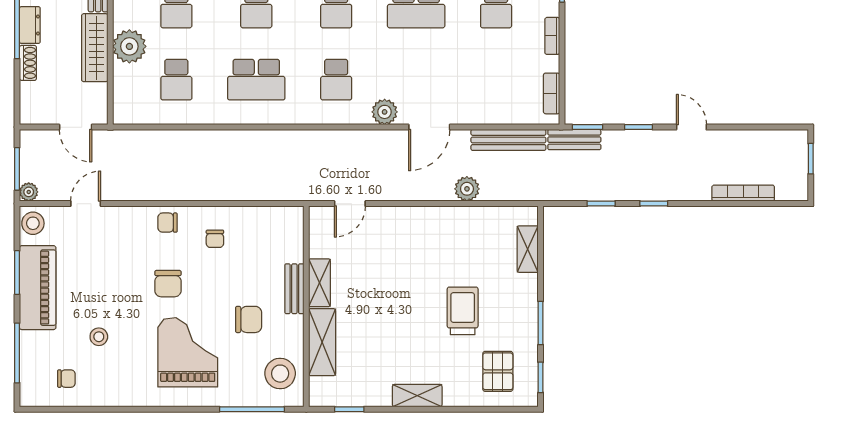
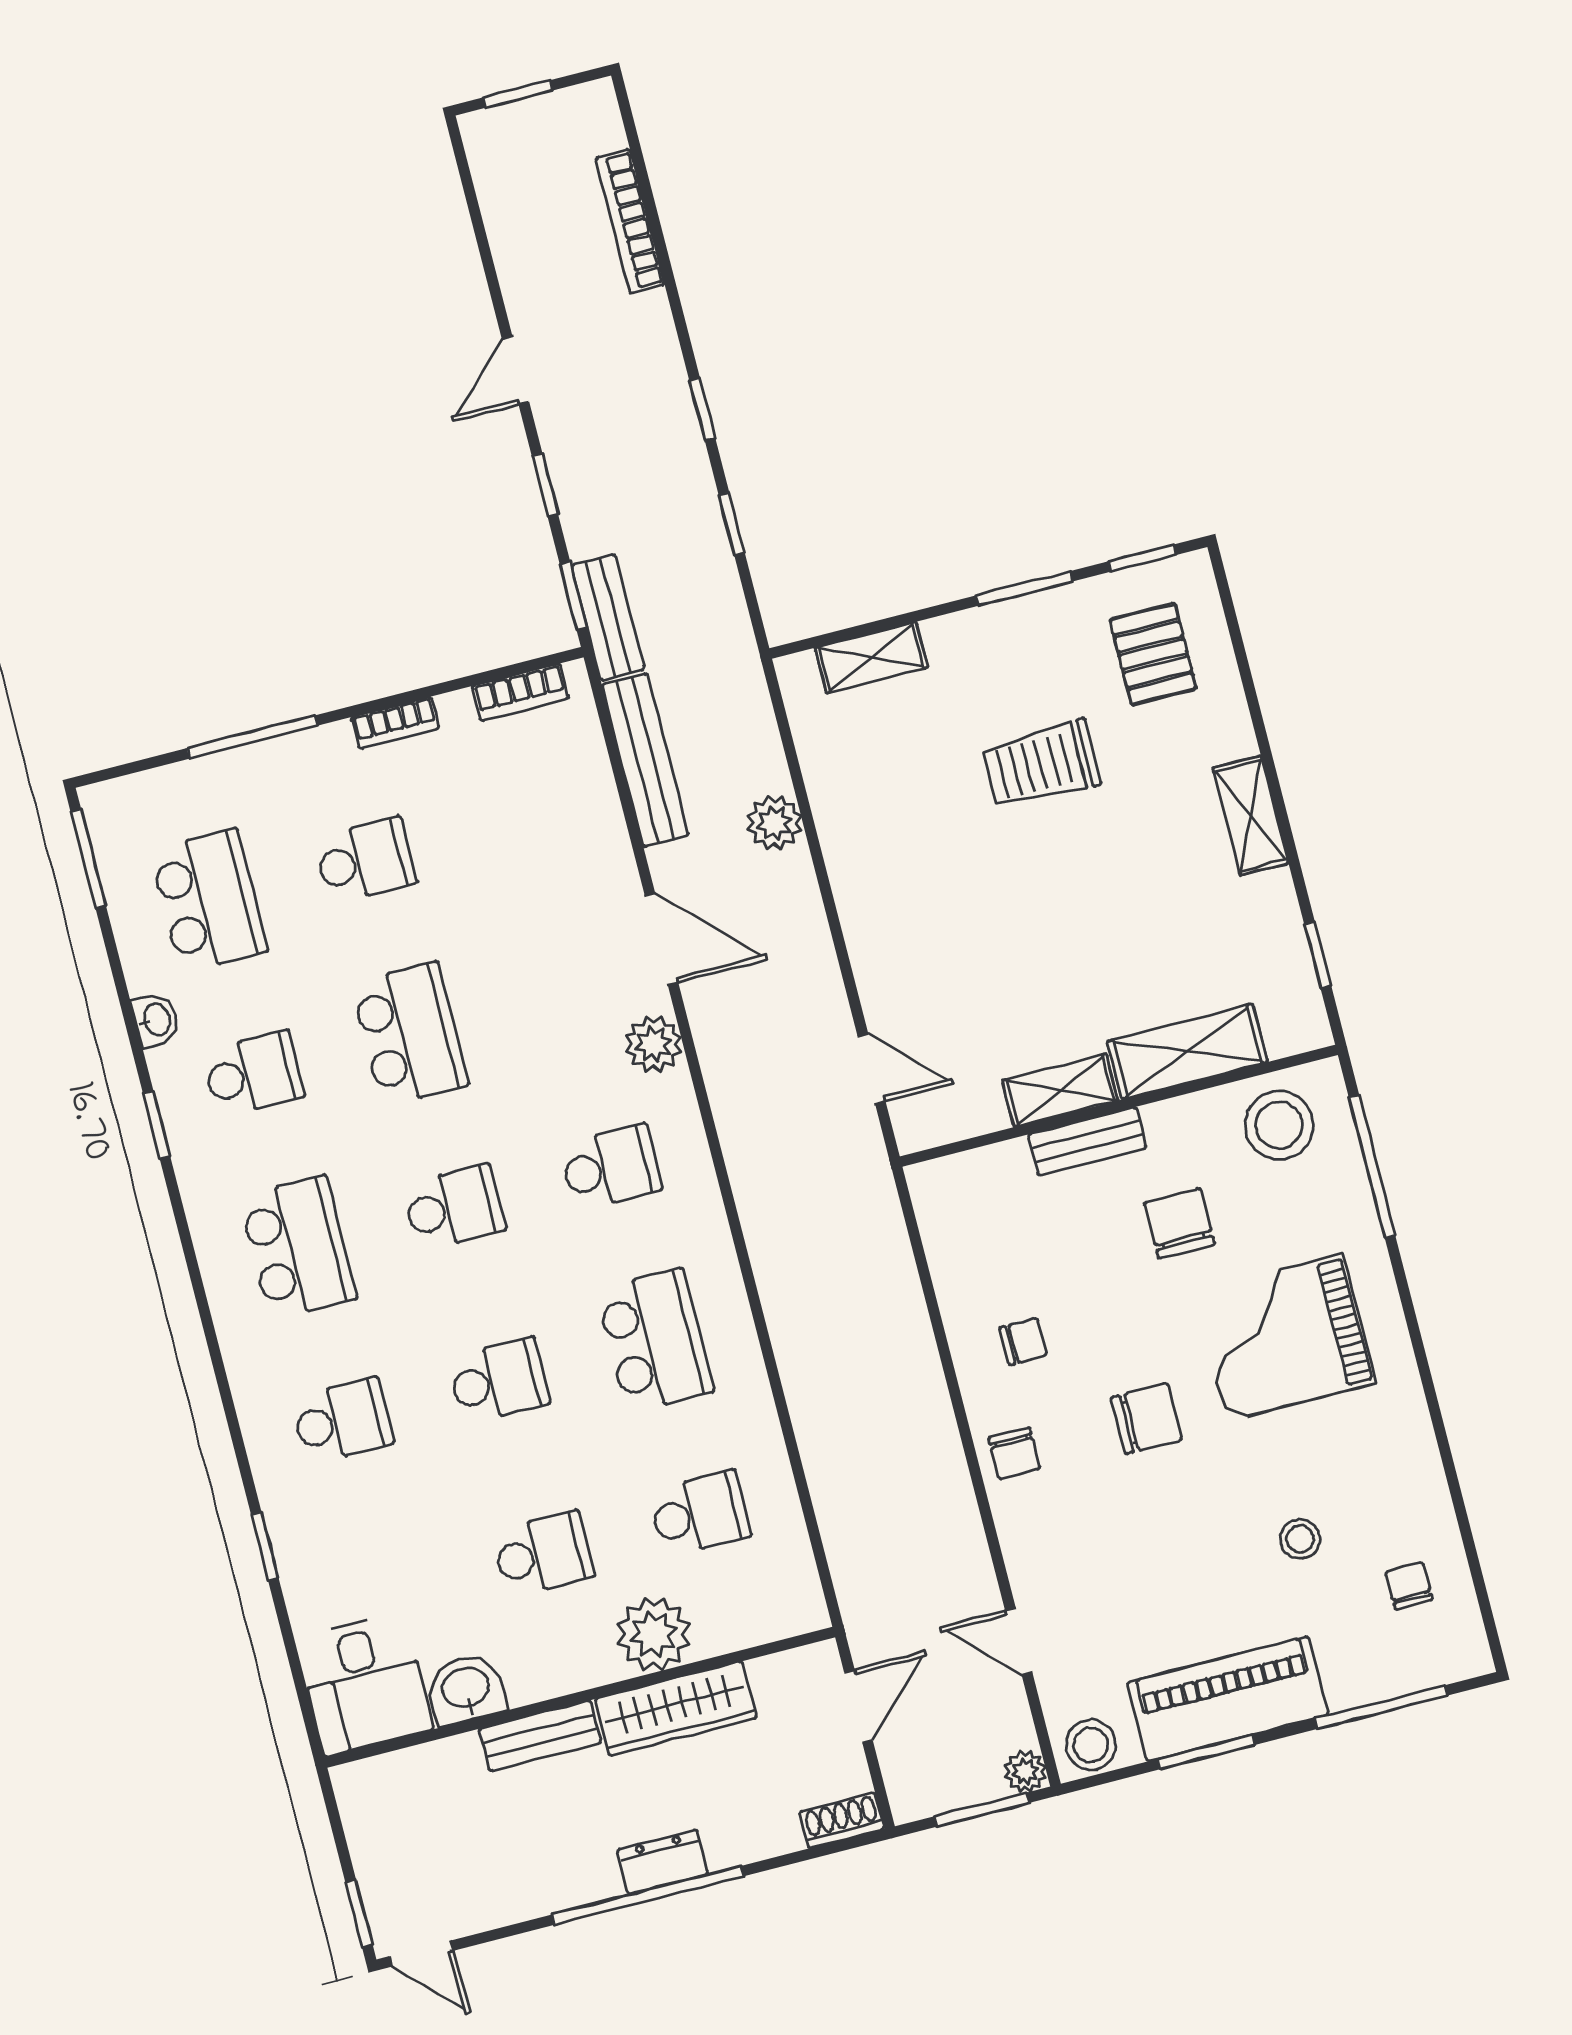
shoe rack: (28, 63) -> (842, 1820), moved
pallet: (498, 371) -> (1153, 654), turned 90

